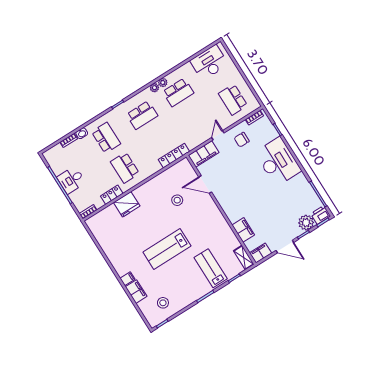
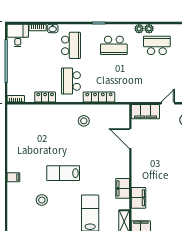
school desk: (178, 92) -> (157, 45), turned 180
locker: (174, 156) -> (99, 97), moved
desk: (71, 180) -> (18, 36), moved, turned 90
stool: (177, 200) -> (84, 121), moved
fridge: (127, 204) -> (53, 113), removed
lab bench: (167, 249) -> (63, 173), width x0.73, depth x0.72
filing cabinet: (136, 292) -> (123, 188), moved, turned 180
stool: (163, 303) -> (42, 200), moved

